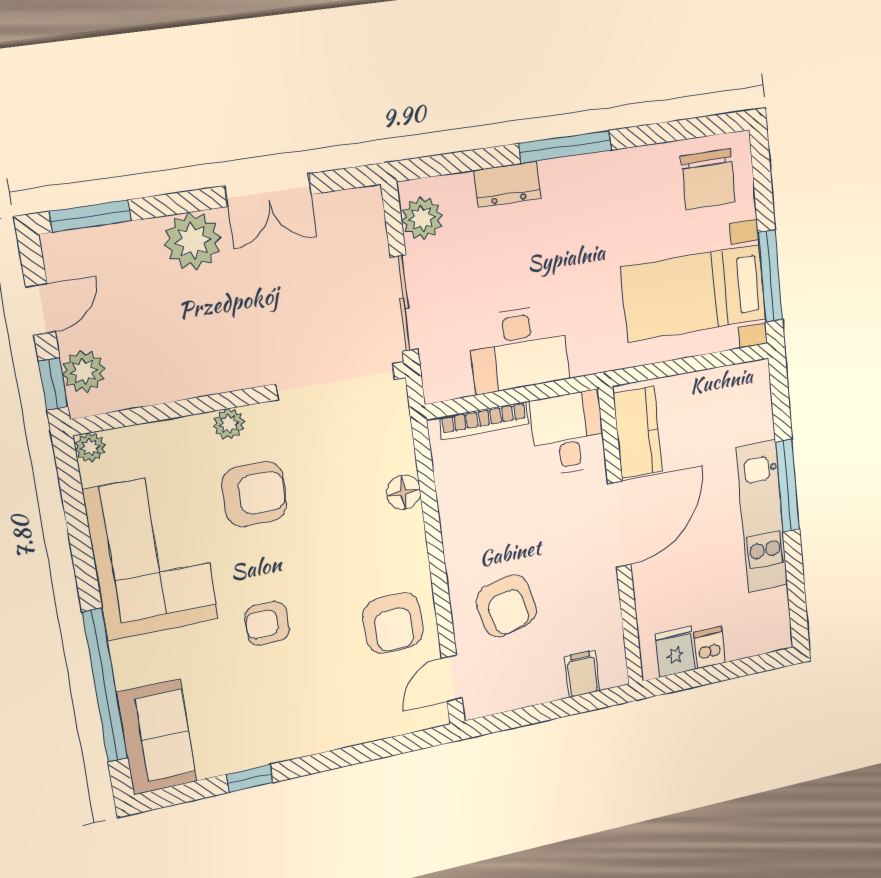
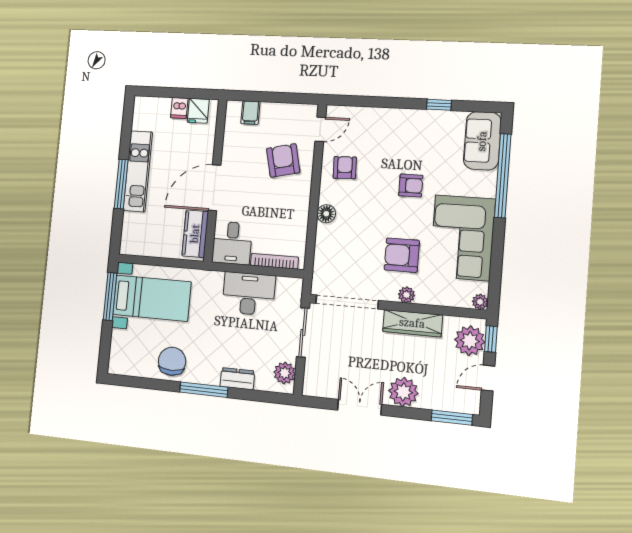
chair: (708, 179) -> (172, 361), moved
plant: (84, 371) -> (470, 341), width x1.36, depth x1.36
wardrobe: (206, 375) -> (412, 323), added
floor lamp: (403, 492) -> (326, 214), moved
armchair: (393, 623) -> (345, 168), width x0.72, depth x0.72

